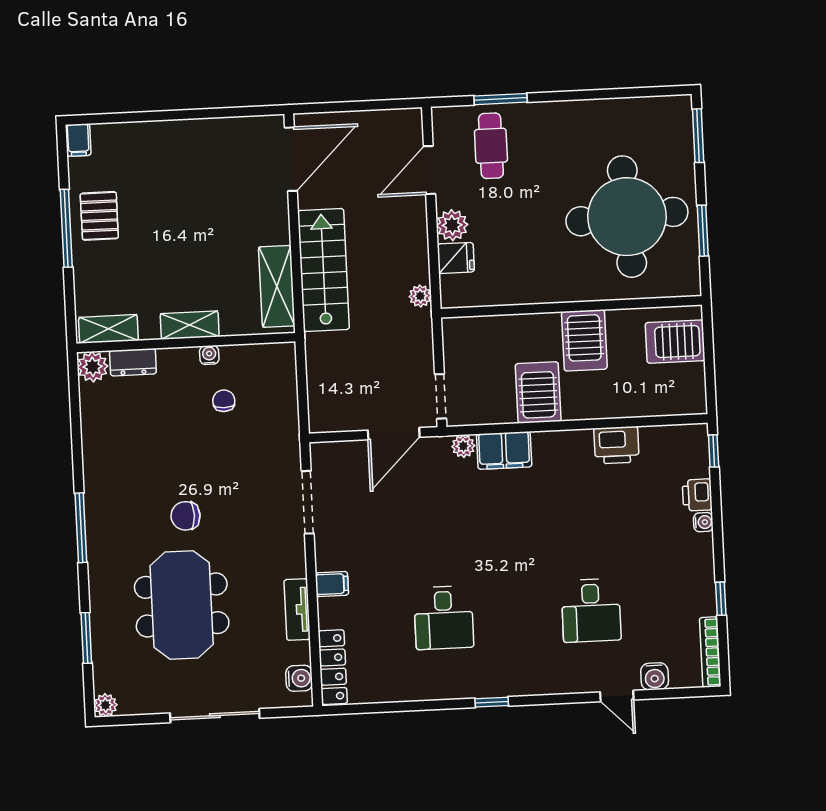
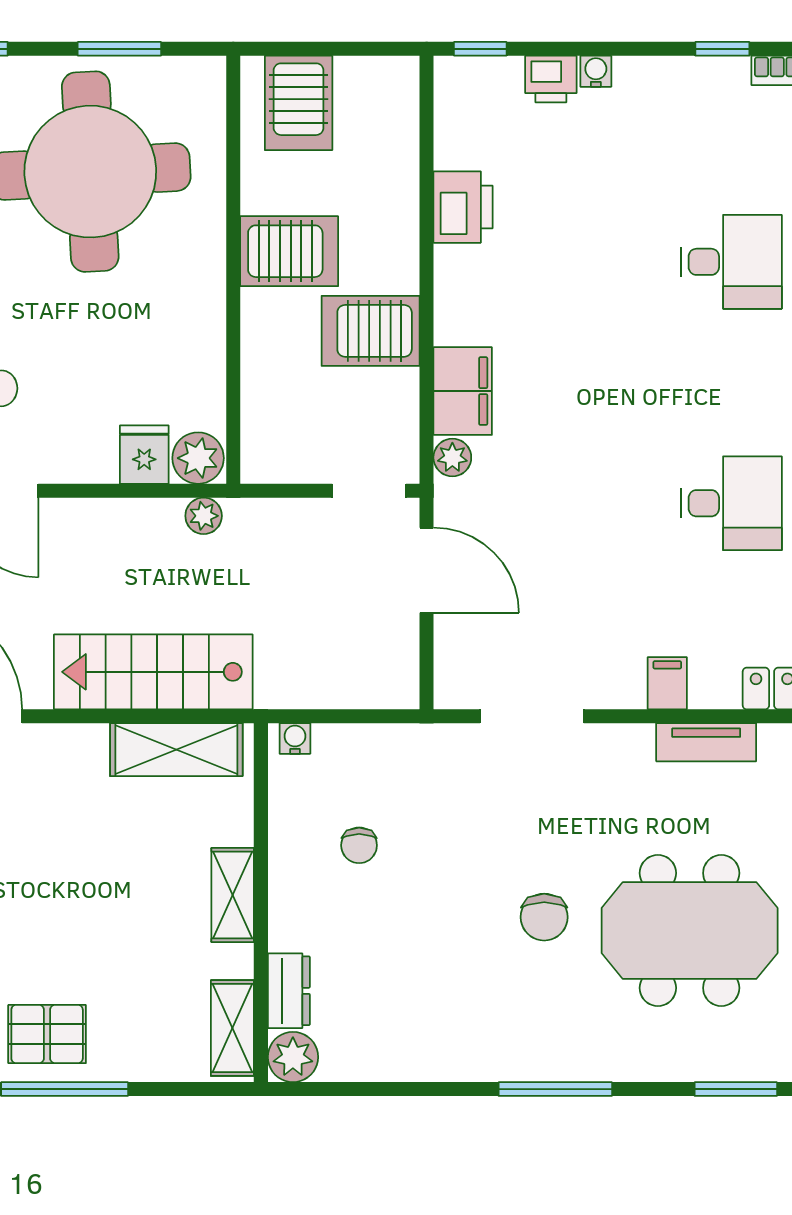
plant: (452, 225) -> (198, 458), moved
water cooler: (209, 355) -> (295, 739), moved, turned 90
chair: (224, 401) -> (359, 845), turned -90

